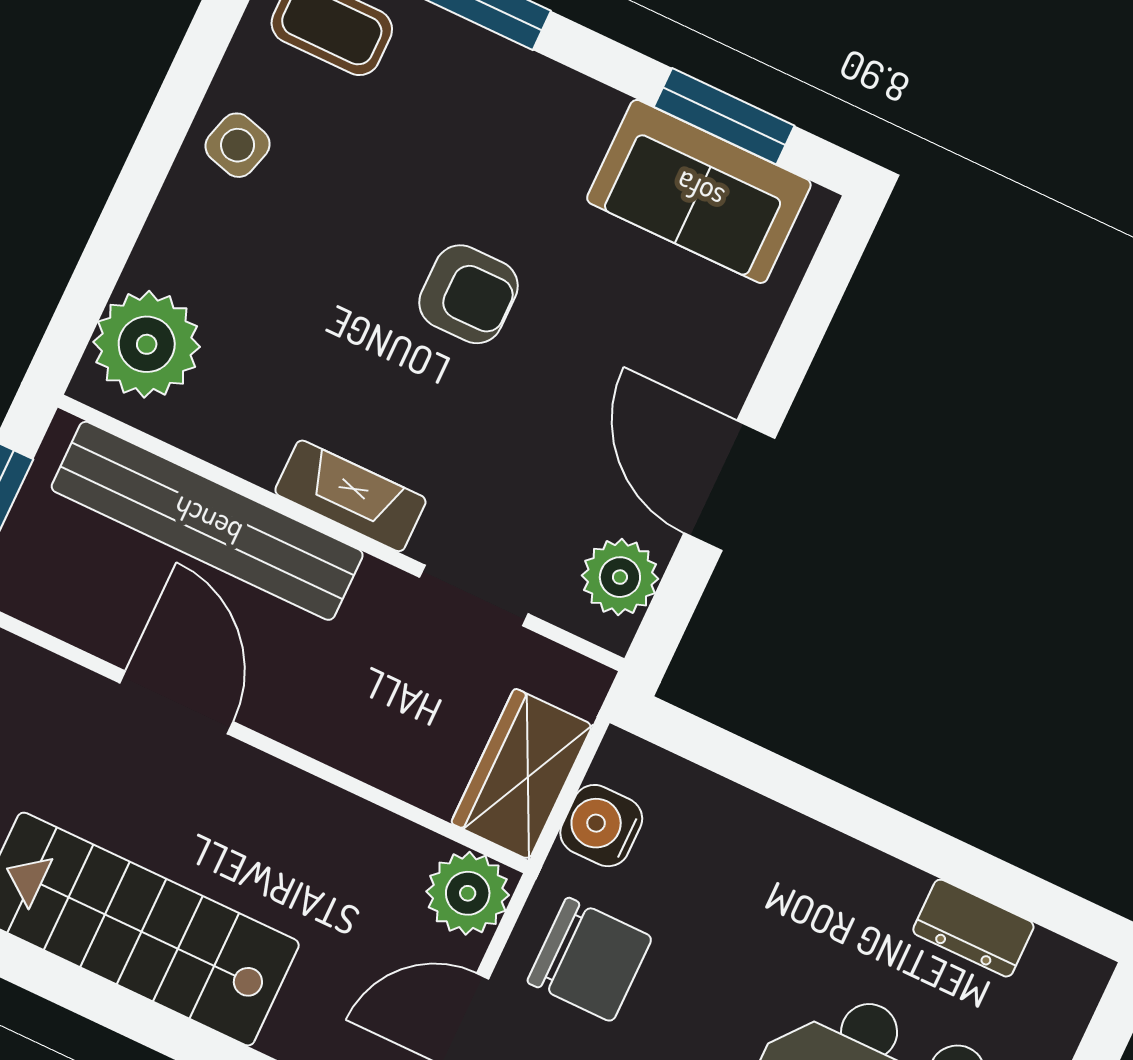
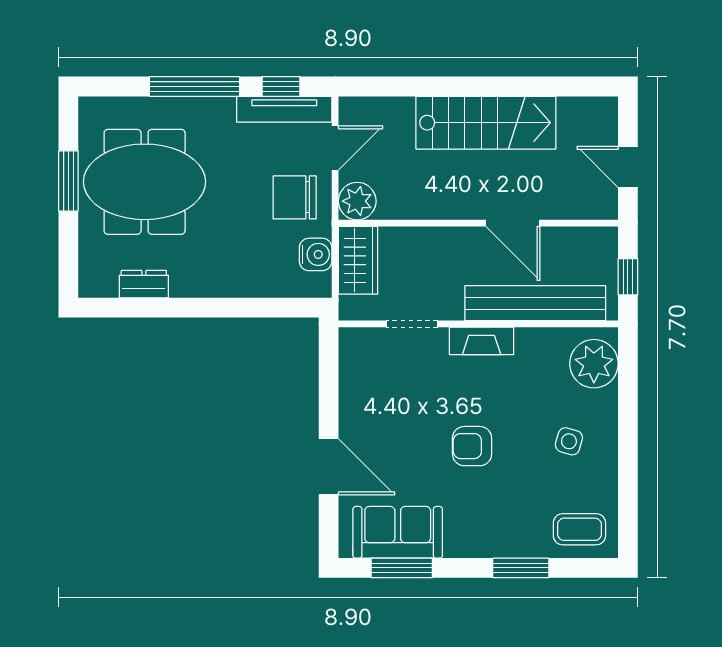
side table: (238, 145) -> (569, 441), moved
door: (729, 486) -> (329, 467), moved
plant: (620, 577) -> (356, 360), removed

